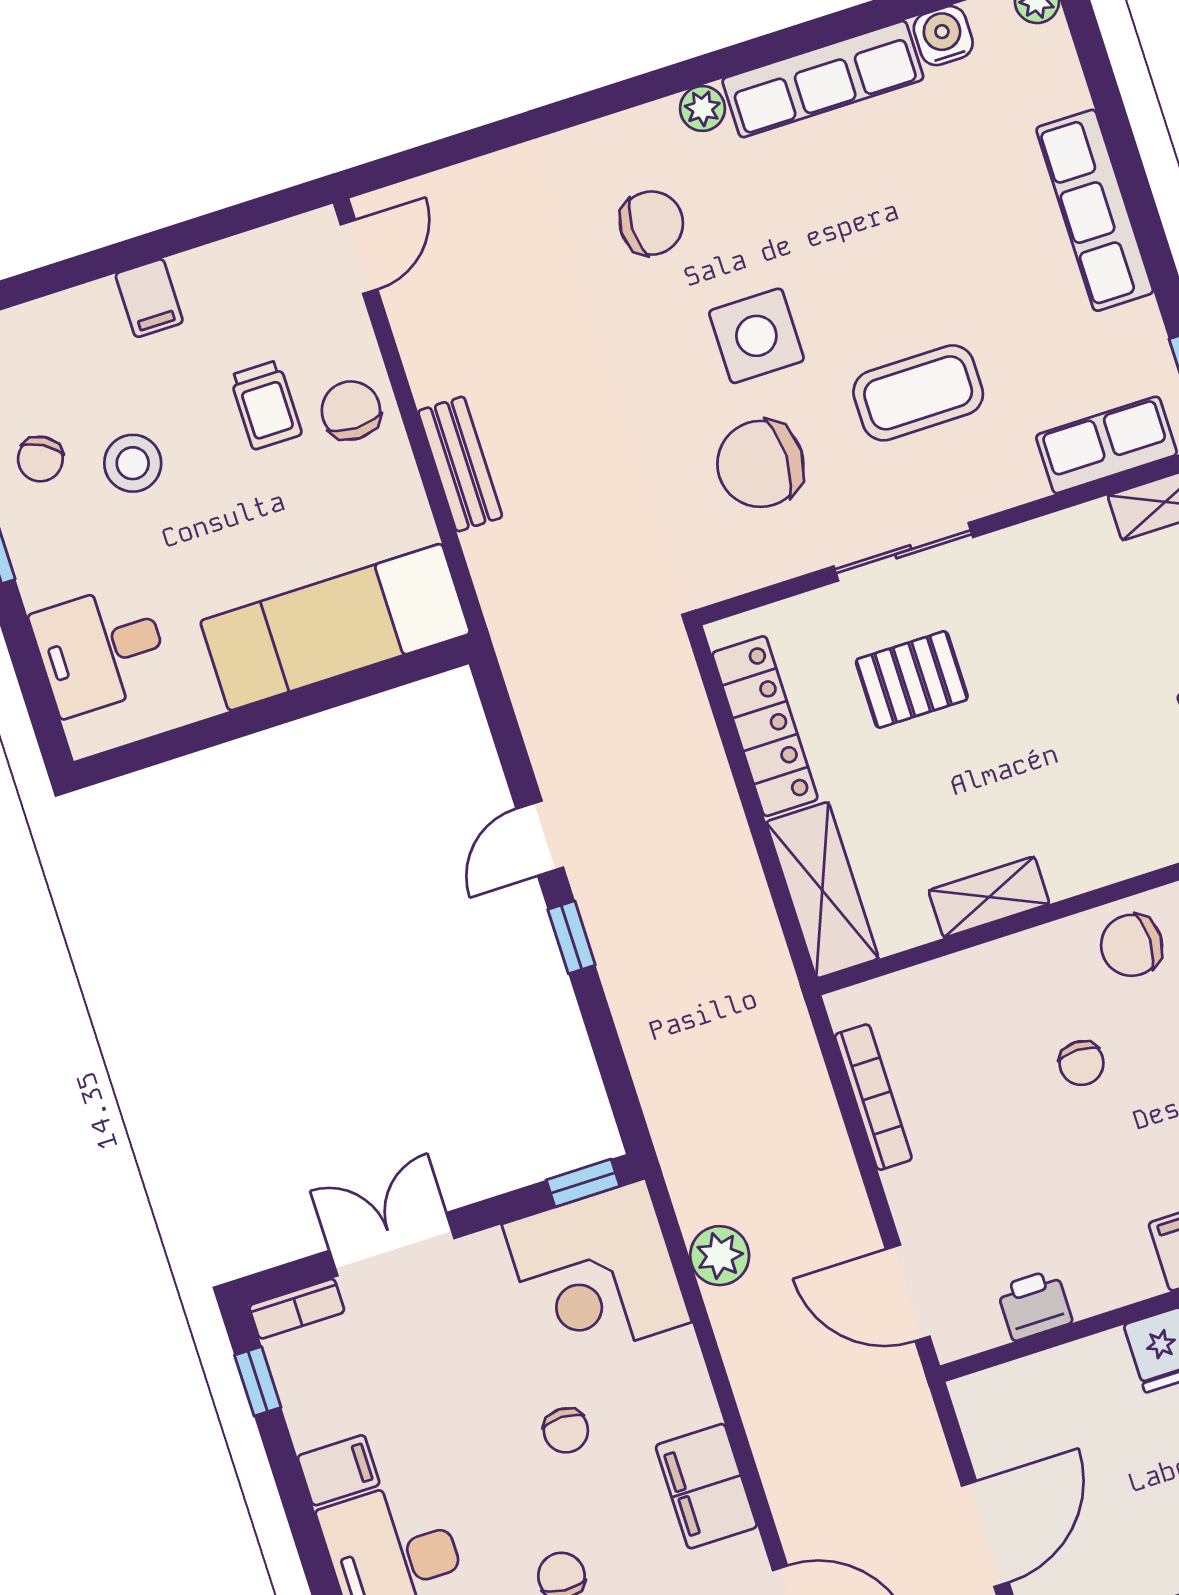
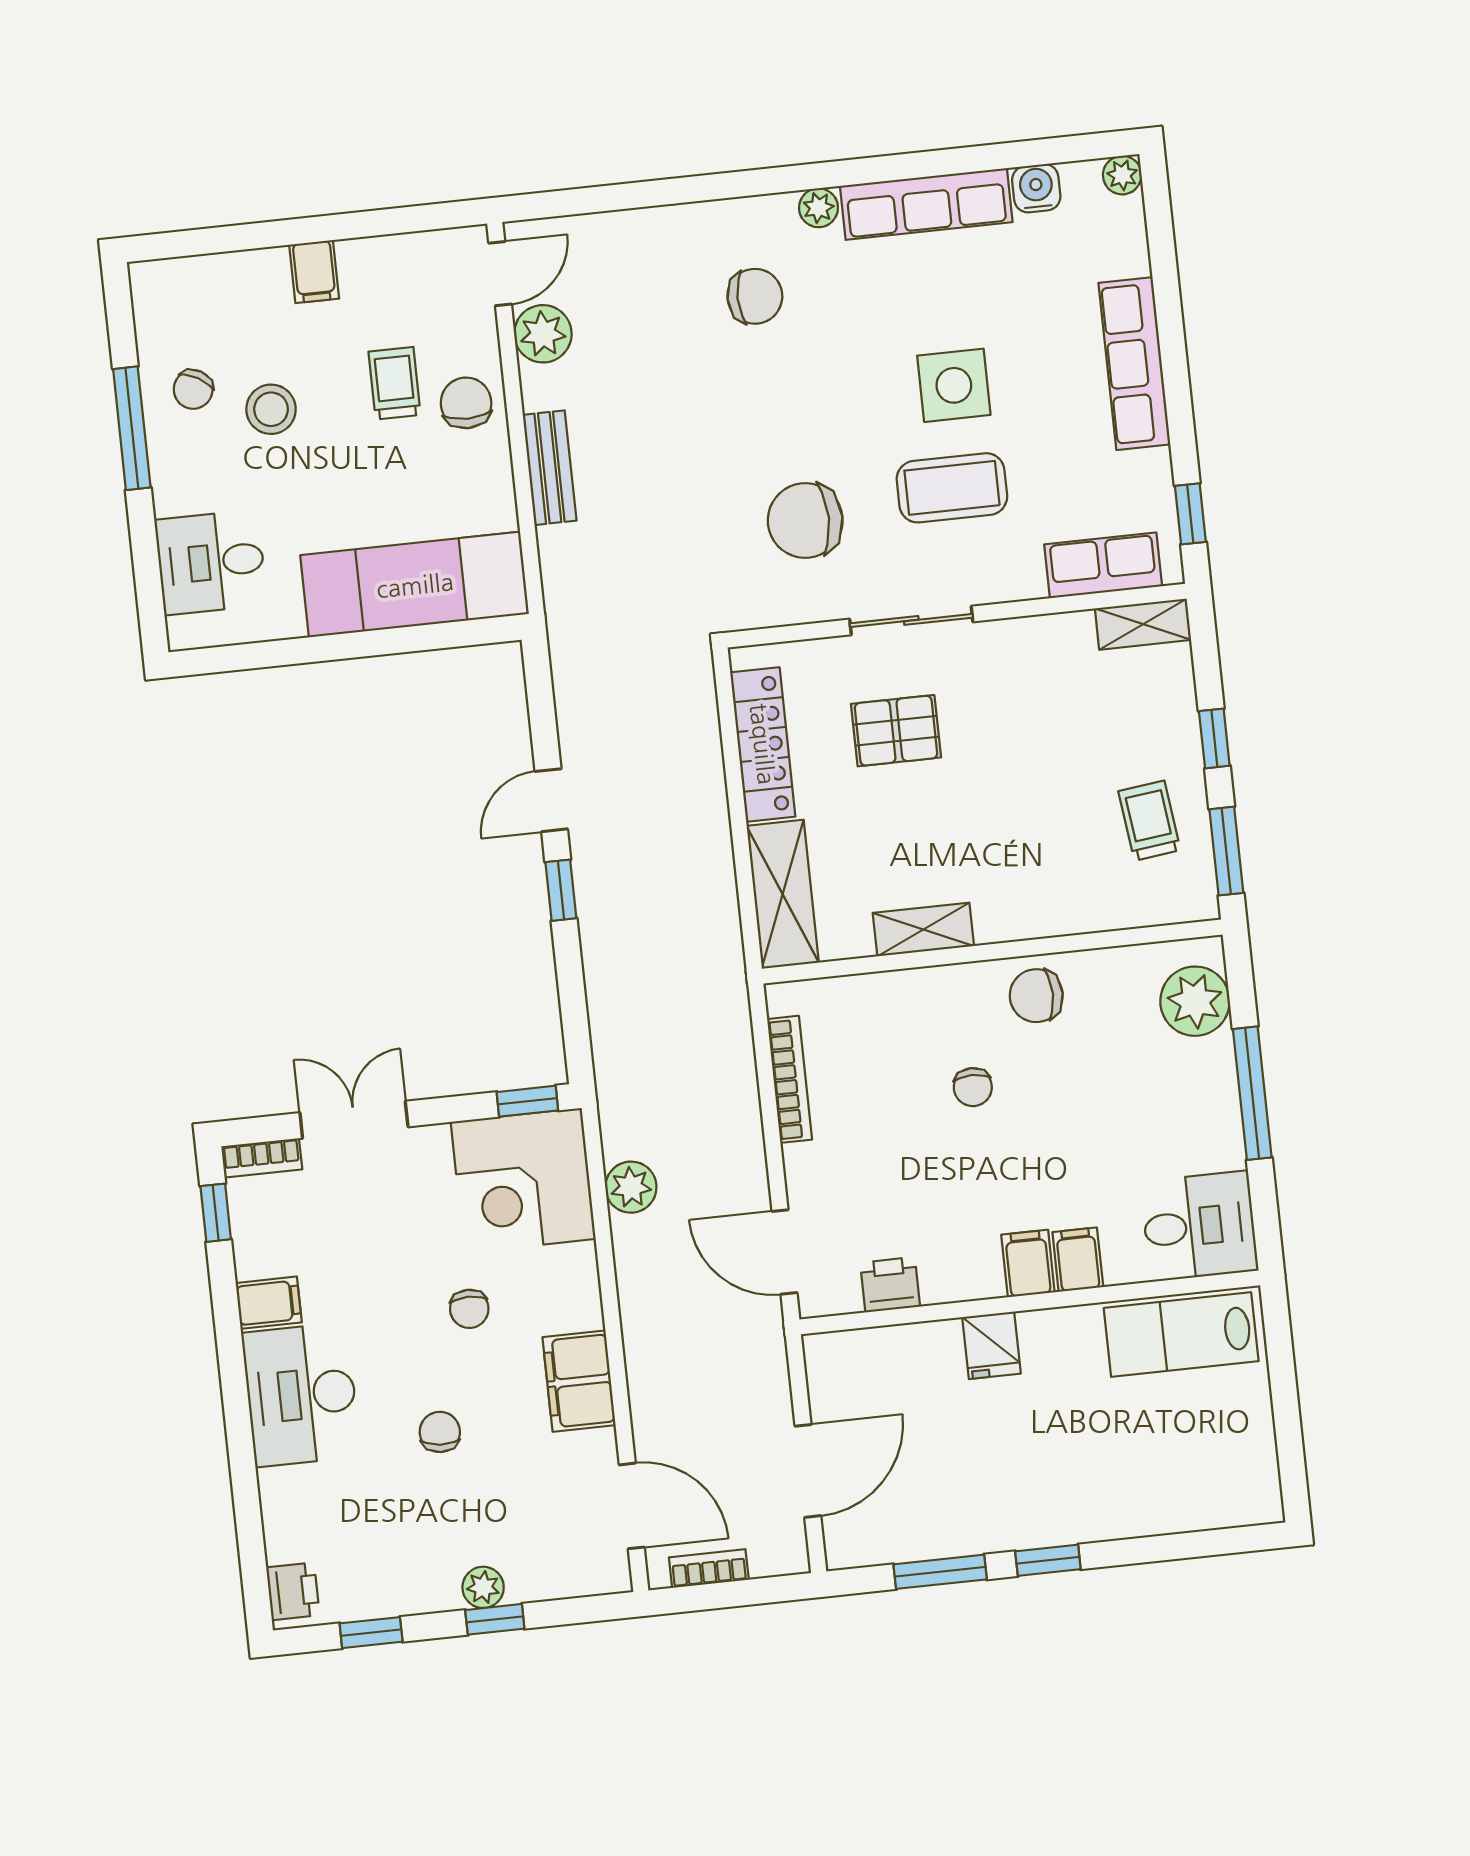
plant: (421, 315) -> (543, 334), added
side table: (756, 336) -> (954, 385), moved
trolley: (266, 405) -> (395, 383), turned 180

